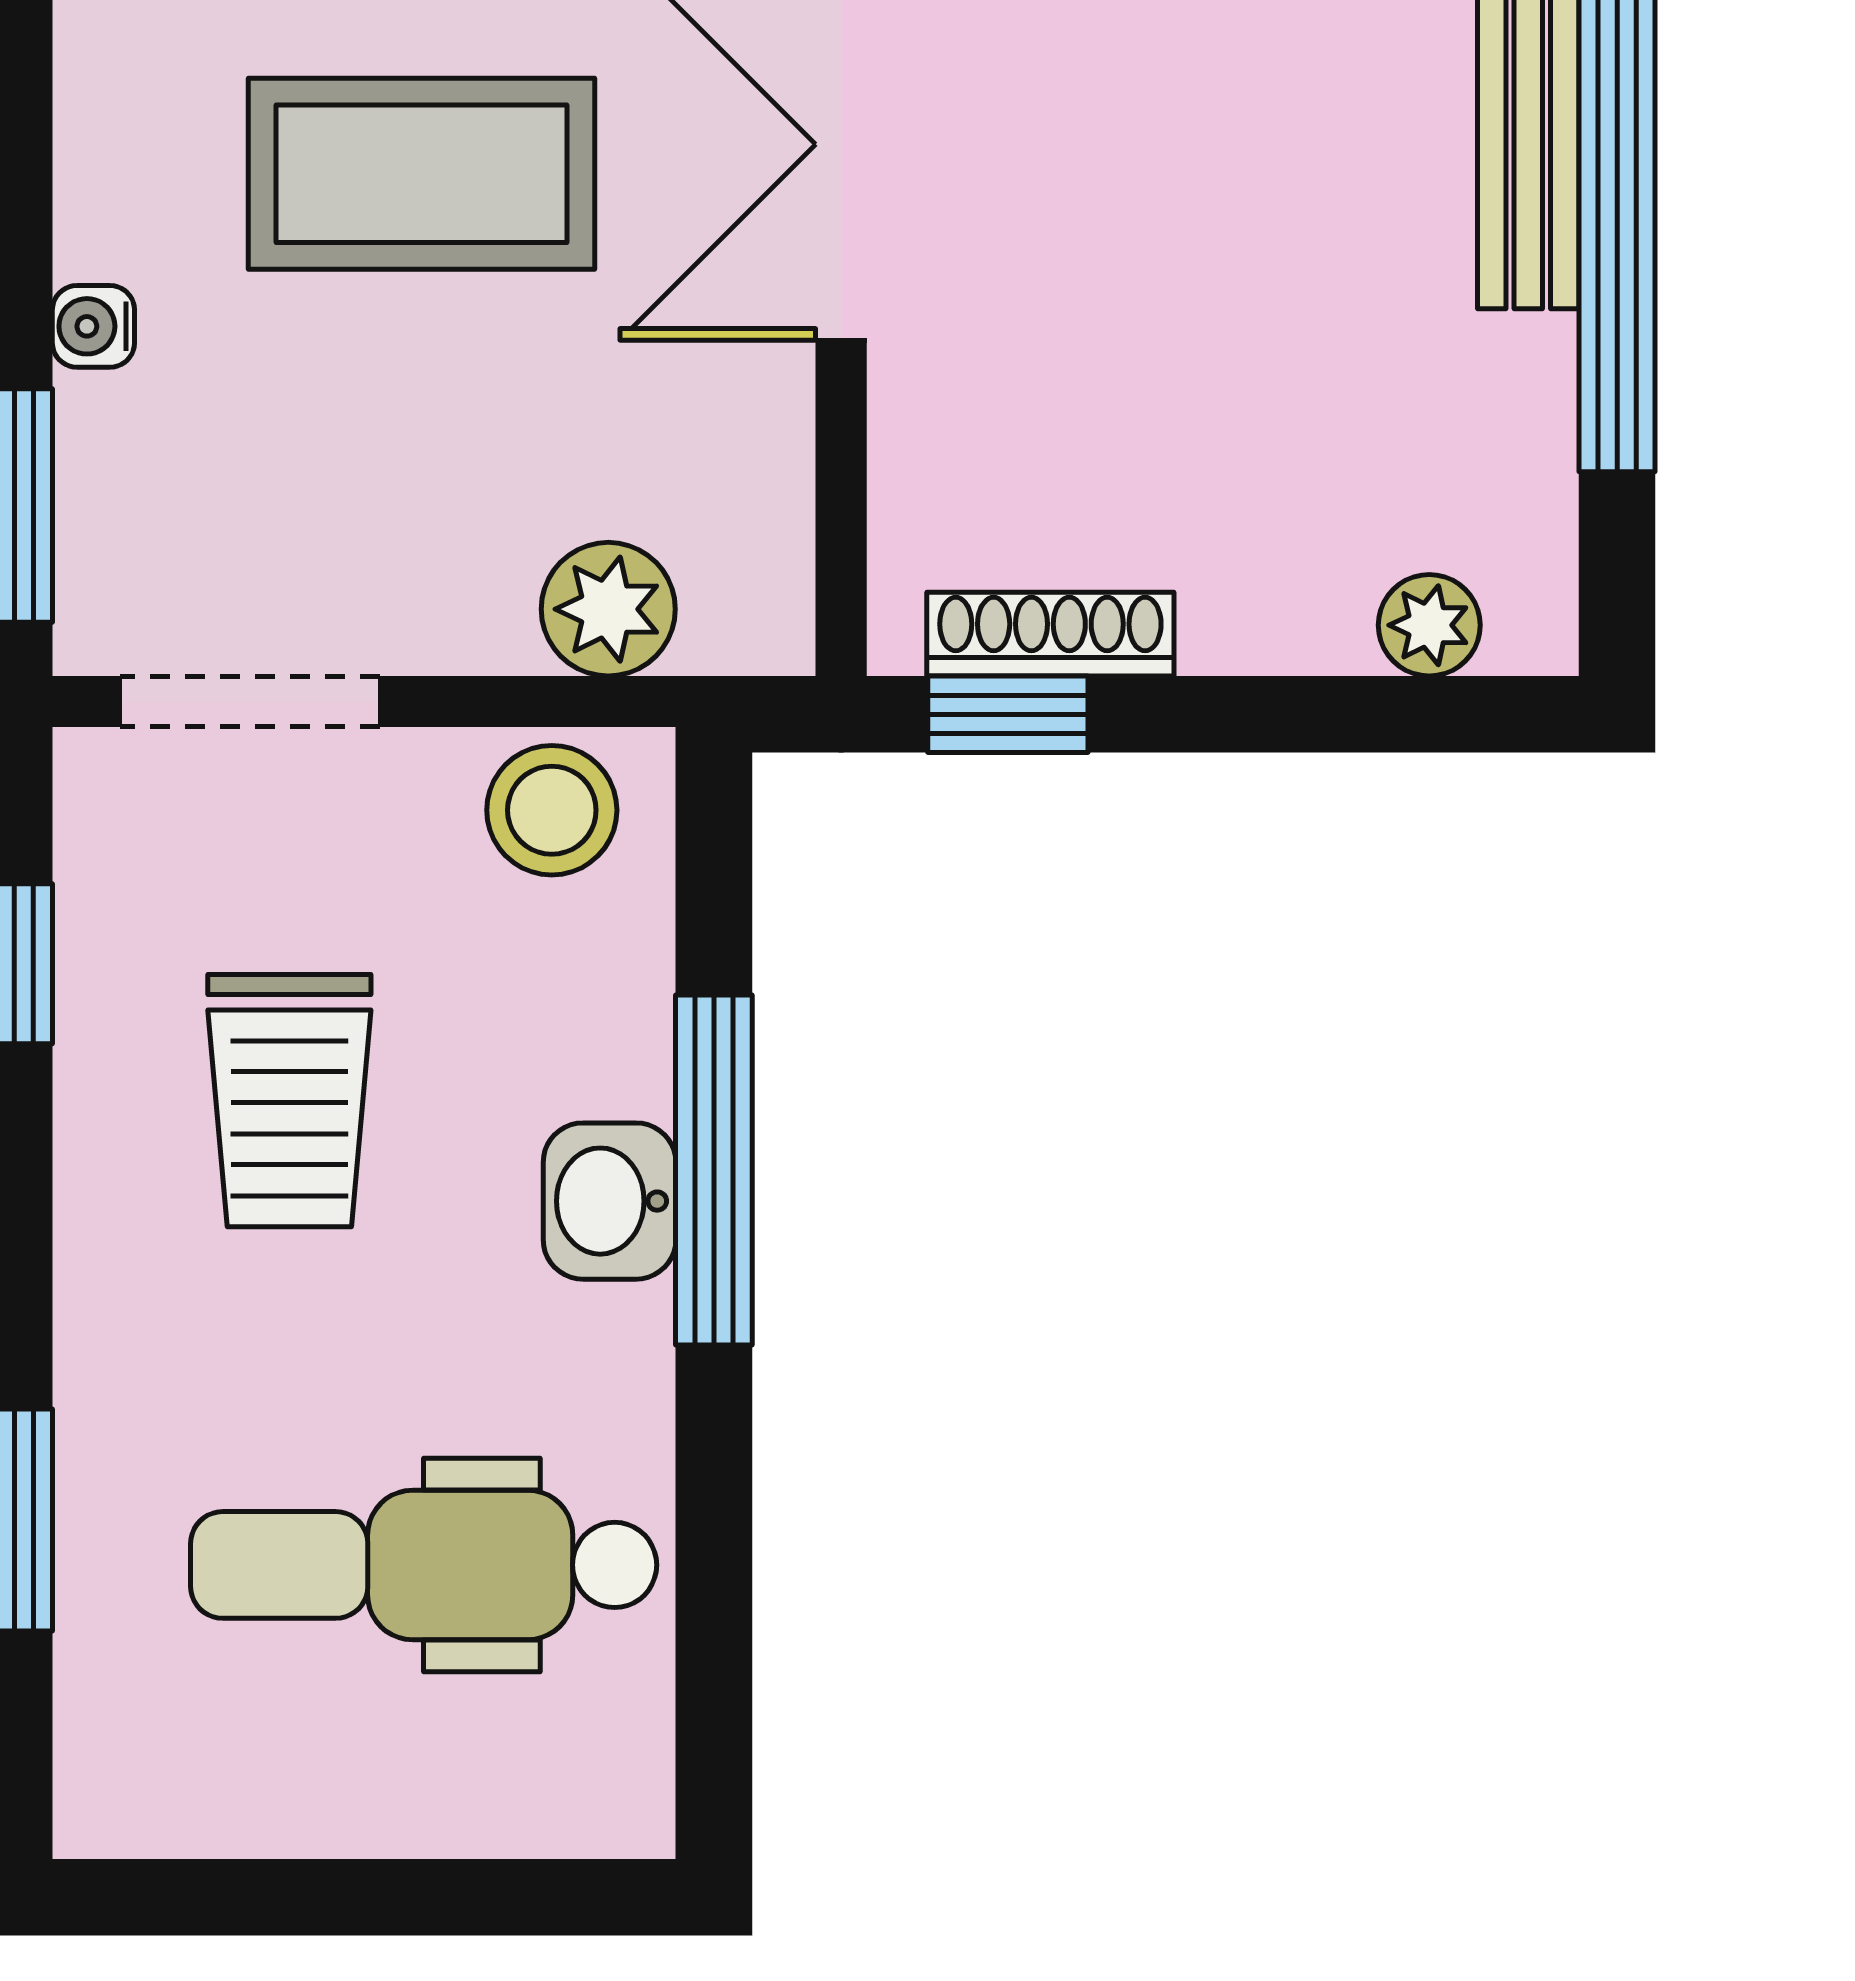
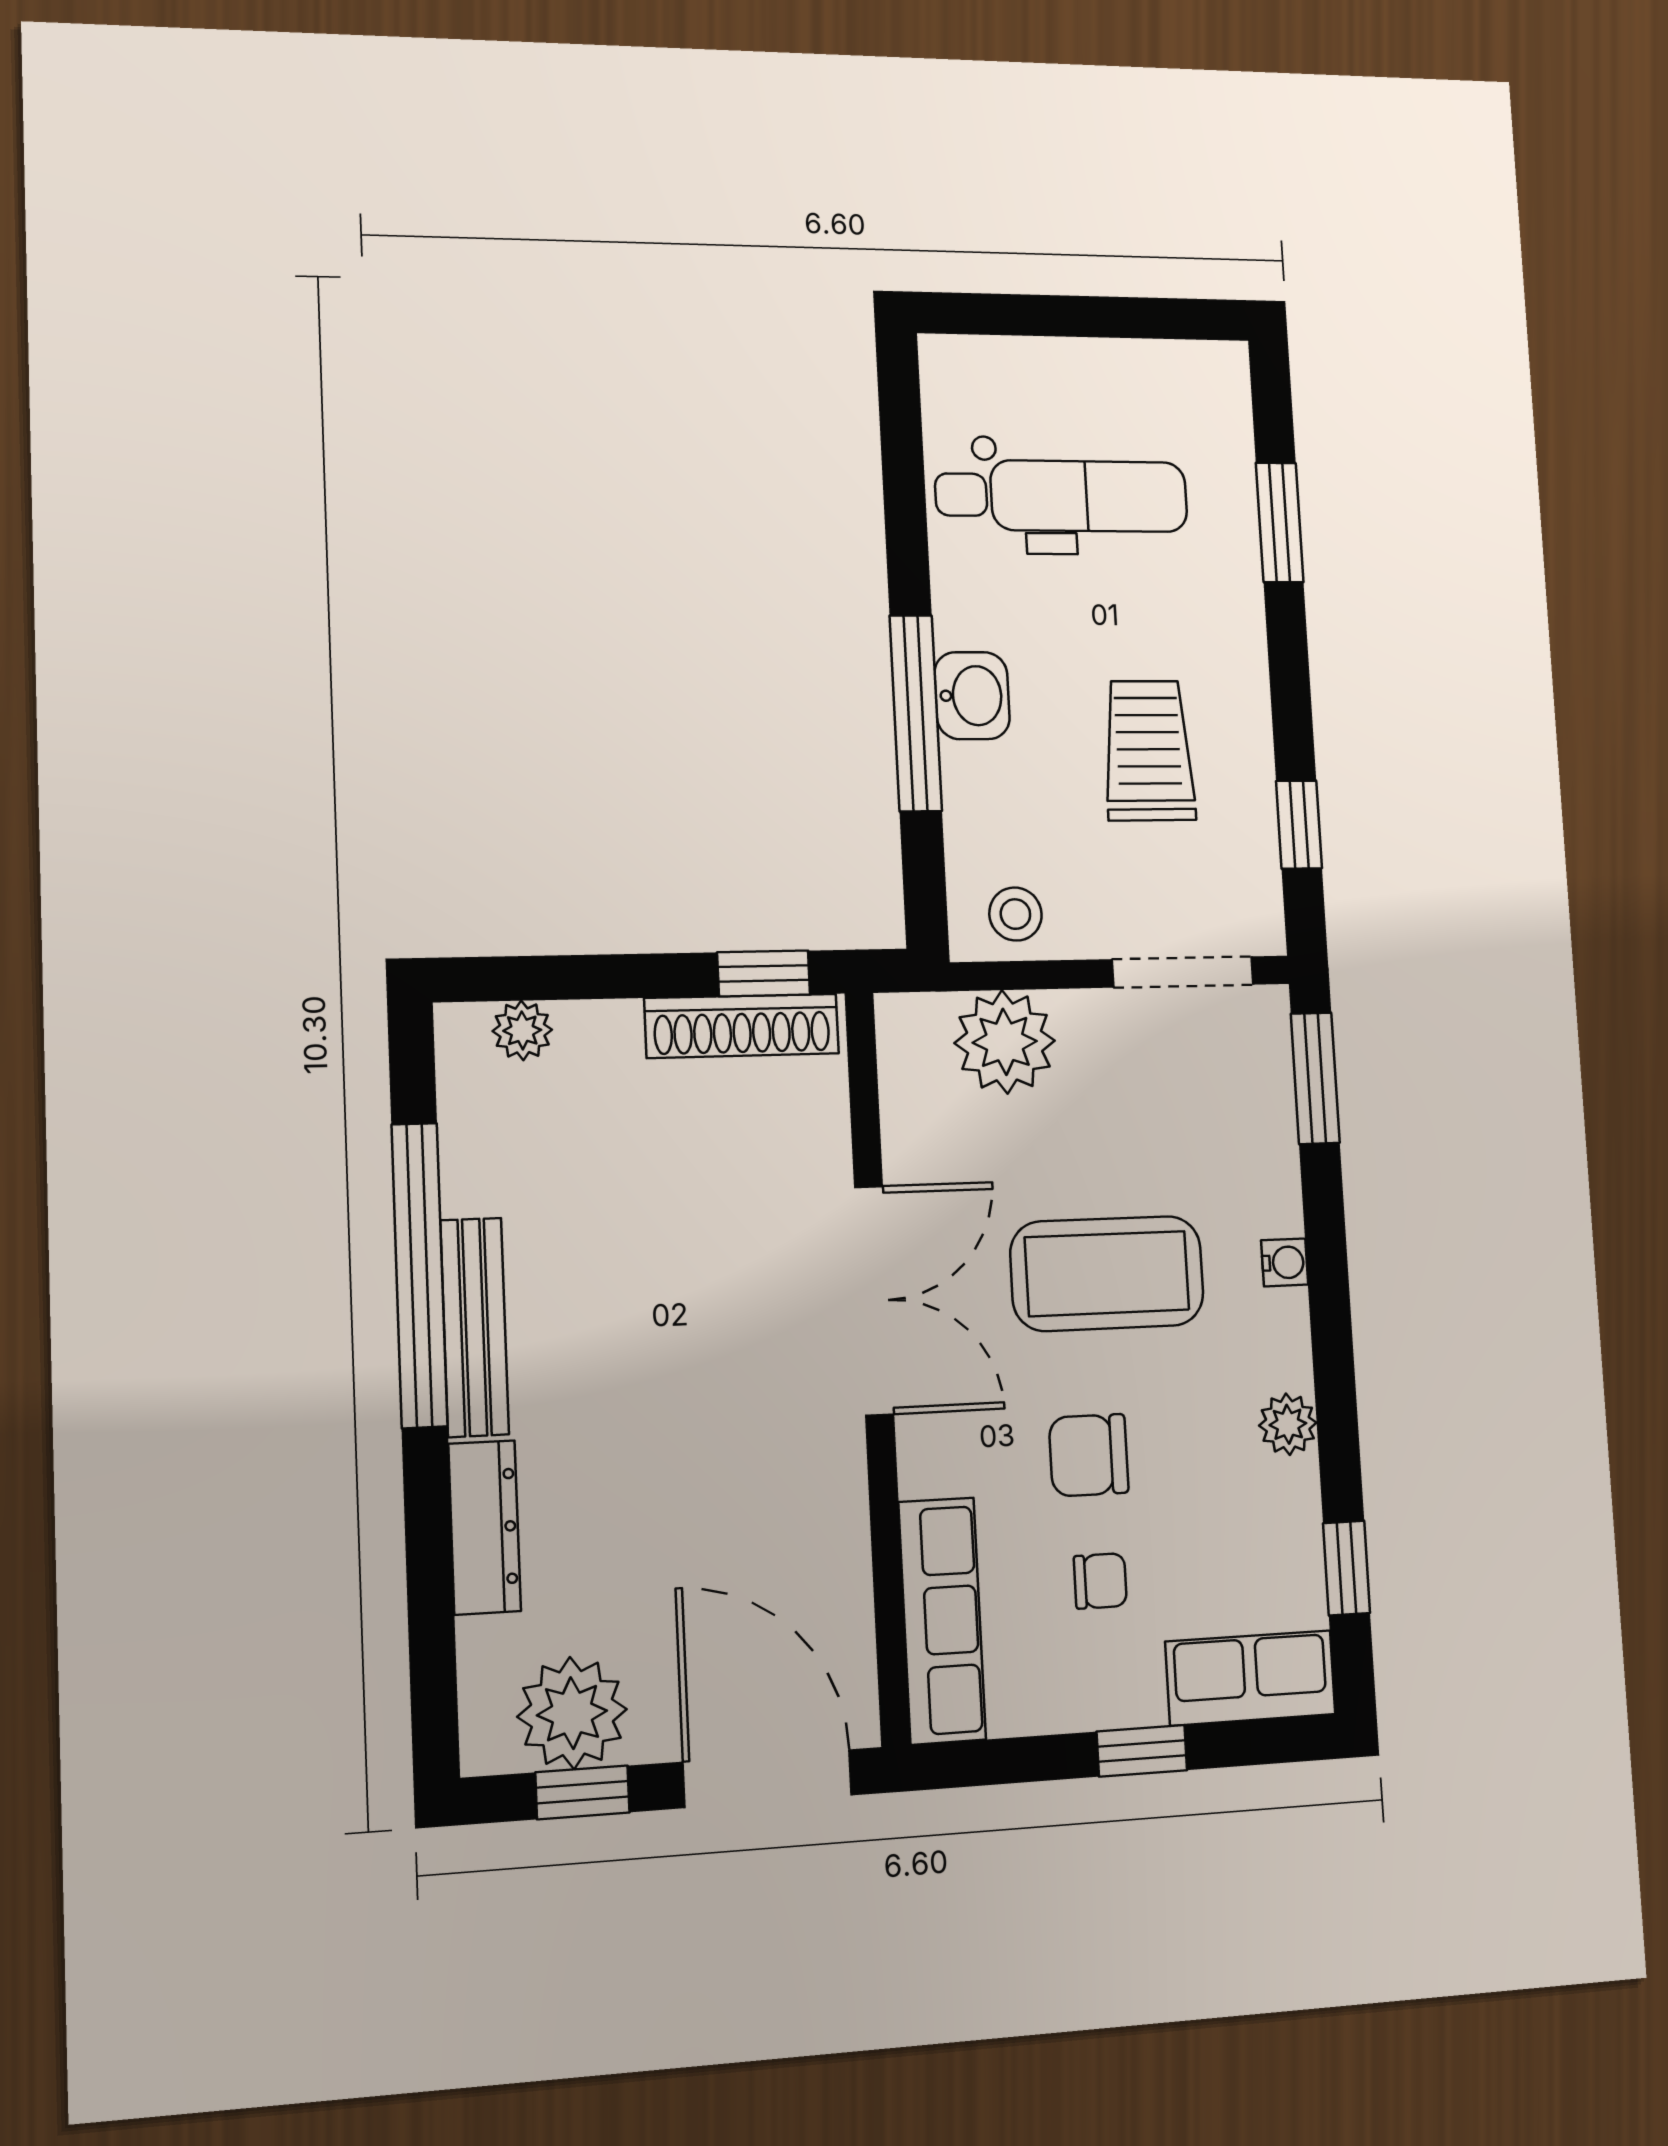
water cooler: (93, 326) -> (1285, 1262), moved
plant: (608, 609) -> (1005, 1042), width x1.36, depth x1.36
shoe rack: (1050, 634) -> (742, 1026), width x1.36, depth x1.24
stool: (552, 810) -> (1015, 914), width x0.73, depth x0.73

